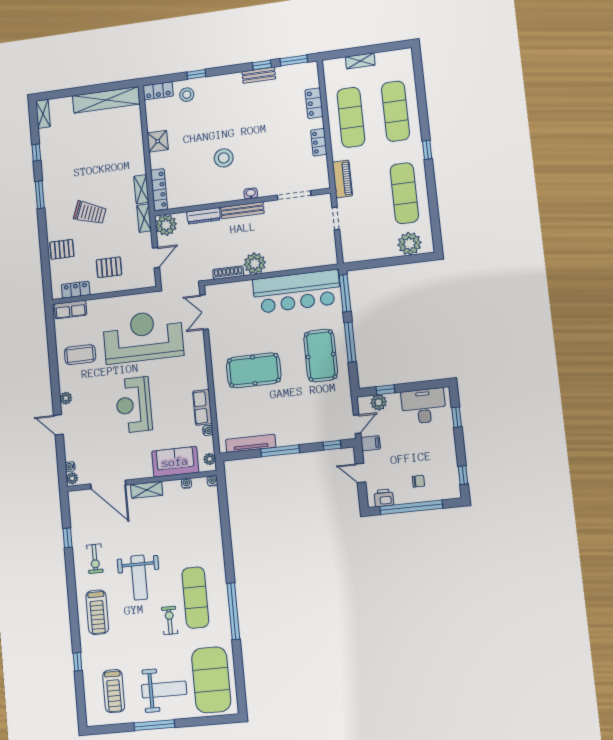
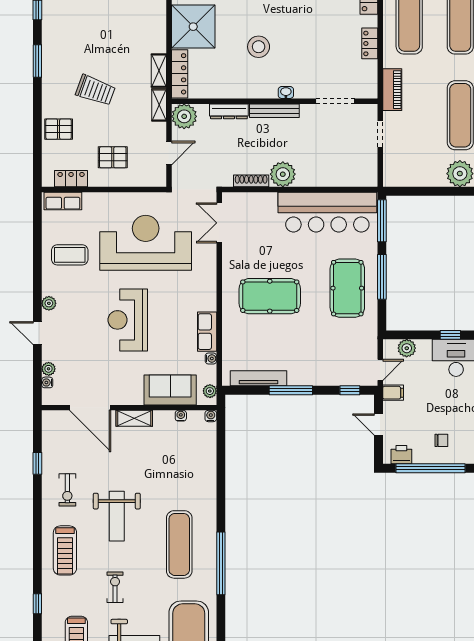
shower: (158, 141) -> (193, 27), width x1.86, depth x1.86
window: (385, 390) -> (450, 335), moved
plant: (72, 478) -> (49, 369), moved
exercise bike: (170, 620) -> (115, 587), moved

